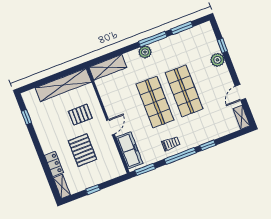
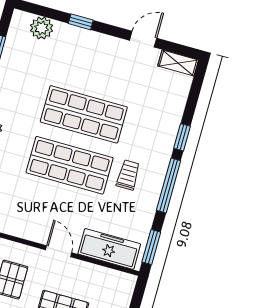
window: (222, 46) -> (81, 22), moved
plant: (217, 60) -> (42, 28), moved
door: (240, 92) -> (143, 39), swing flipped
trolley: (171, 144) -> (128, 175), moved

